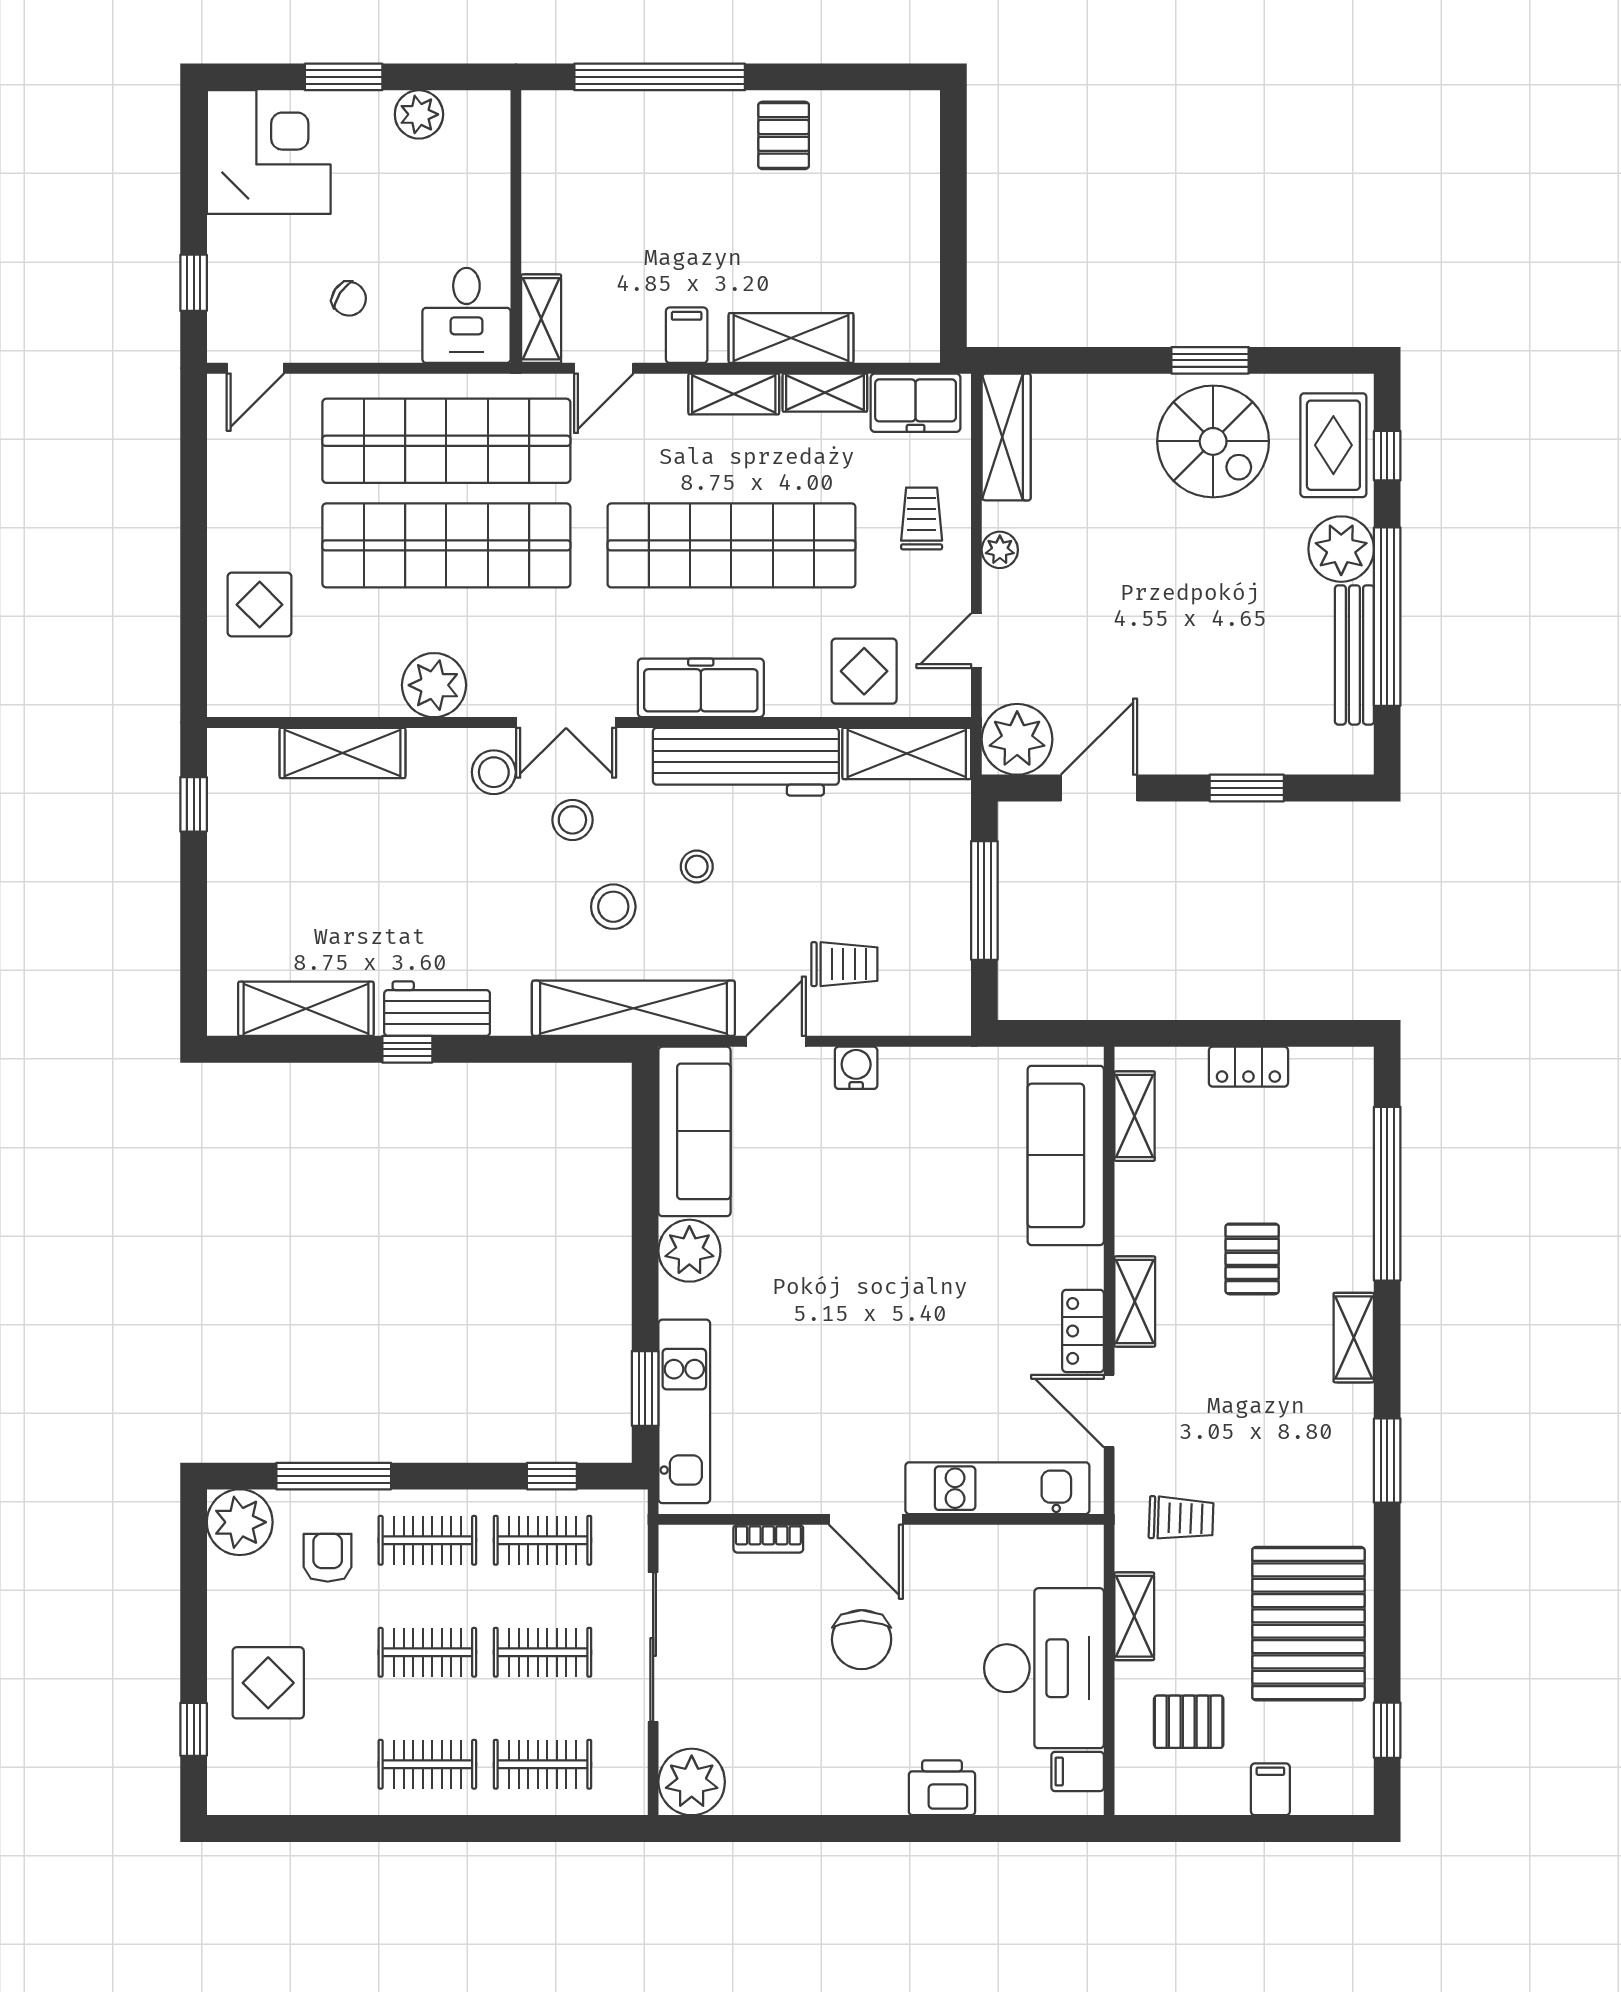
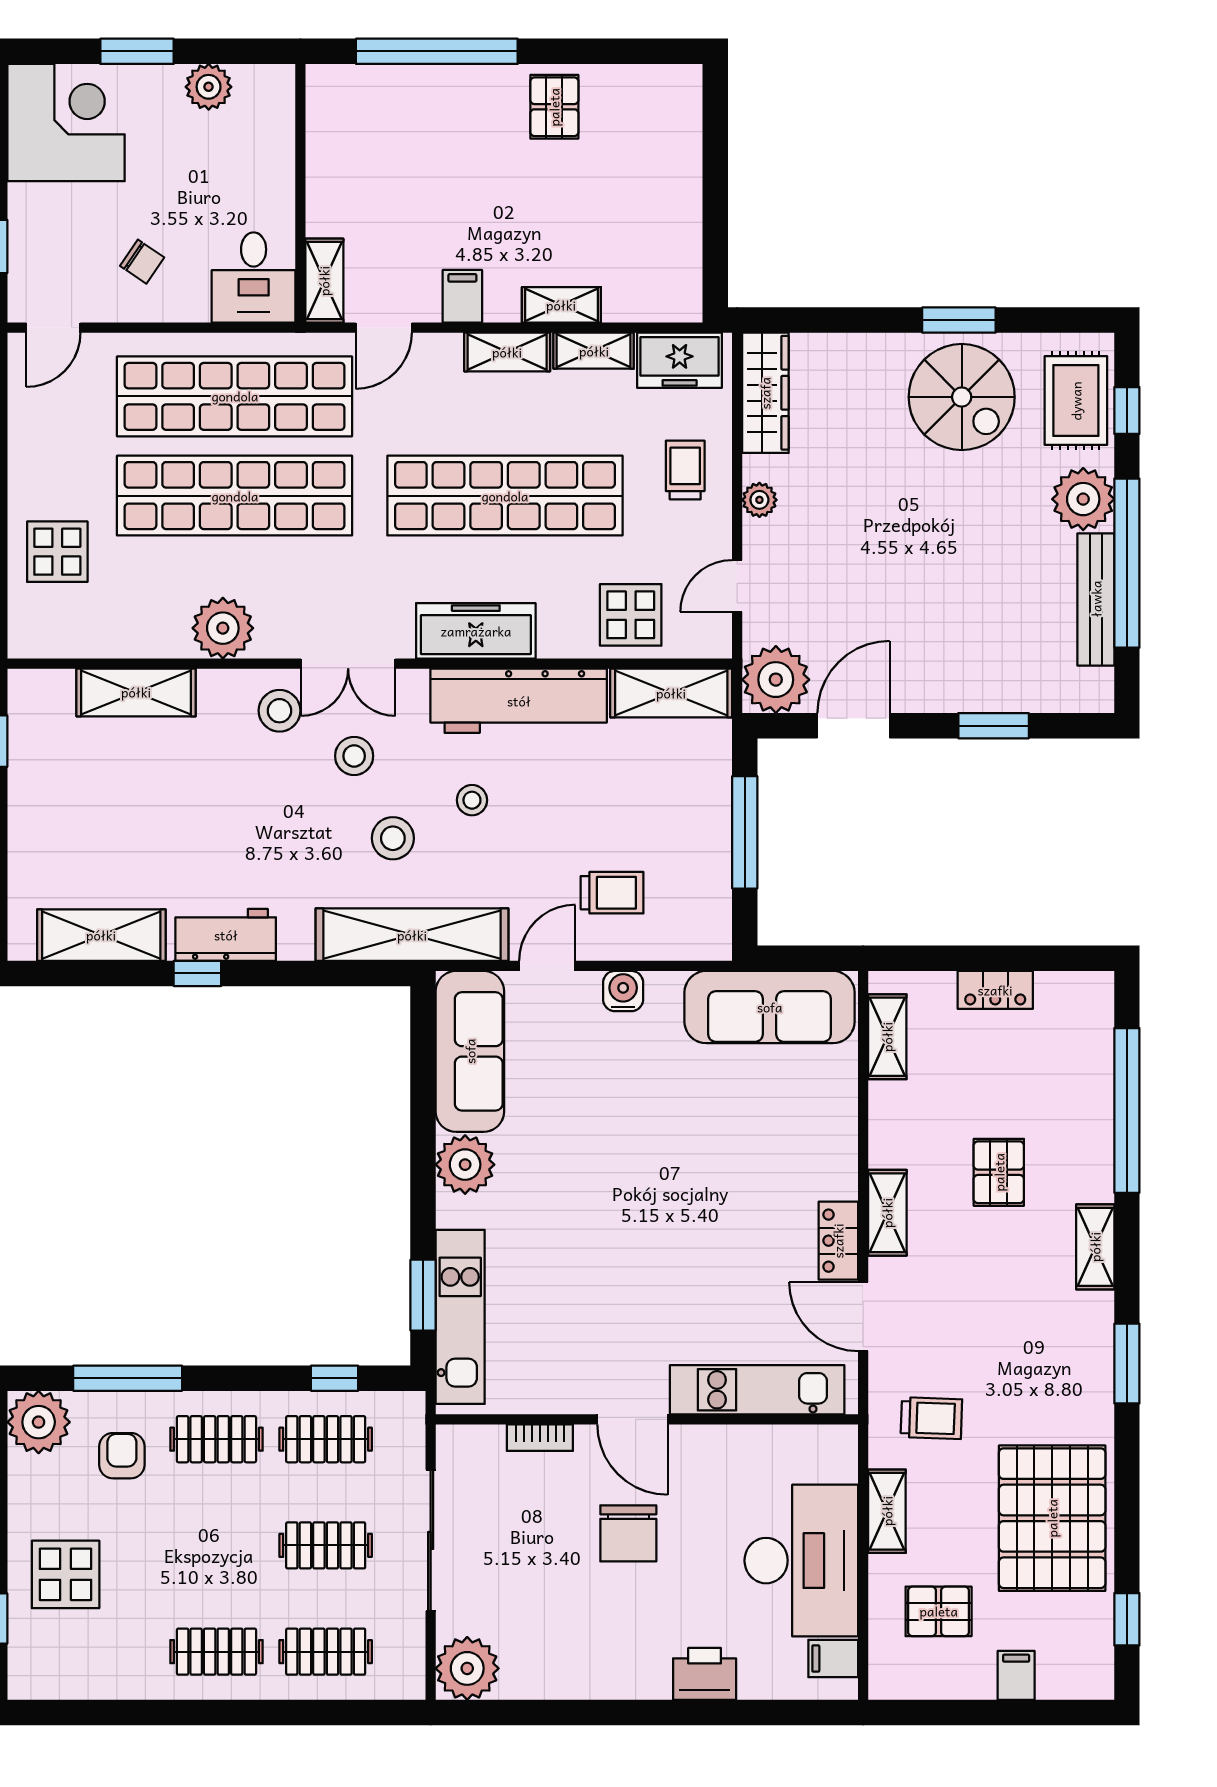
shelving: (791, 338) -> (561, 305), width x0.67, depth x0.75
sofa: (1066, 1155) -> (770, 1007), moved, turned -90
clothes rail: (427, 1652) -> (216, 1545), removed

